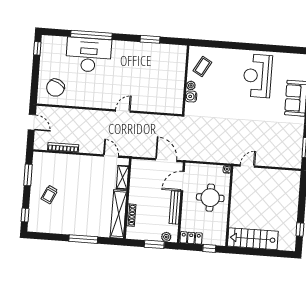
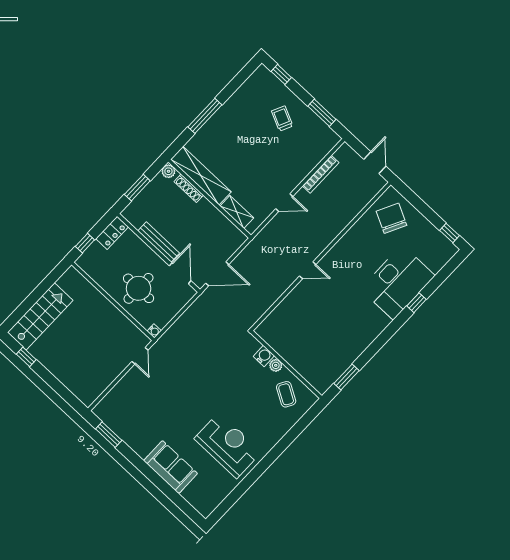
window: (91, 35) -> (417, 303), width x0.32
window: (150, 39) -> (347, 377), moved
door: (123, 111) -> (308, 270), hinge flipped
door: (32, 122) -> (375, 163), swing flipped
door: (111, 156) -> (284, 203), moved
plant: (166, 237) -> (168, 171), moved
stairs: (253, 239) -> (40, 316), moved

